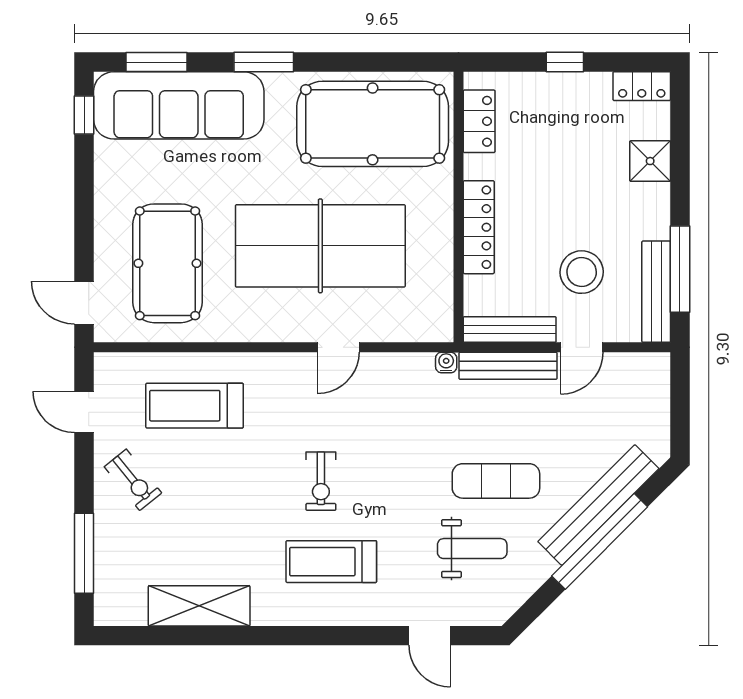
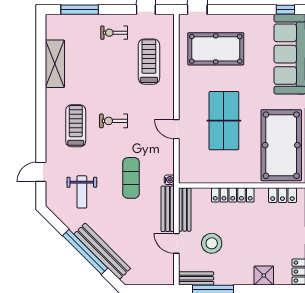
table tennis table: (320, 246) -> (224, 121), width x0.73, depth x0.76
bench: (656, 292) -> (196, 278), width x0.73
exercise bike: (133, 480) -> (114, 33), turned 39
exercise mat: (496, 481) -> (131, 178), moved

